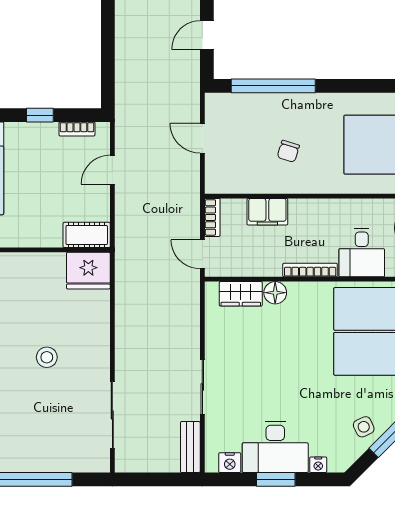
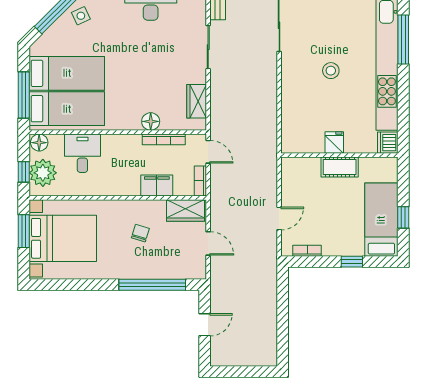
window: (40, 115) -> (352, 262), moved
wardrobe: (231, 180) -> (185, 211), added
cot: (87, 235) -> (340, 167), moved
bookcase: (310, 270) -> (164, 139), moved
fridge: (88, 271) -> (334, 143), moved, width x0.53, depth x0.75
wardrobe: (241, 294) -> (197, 101), moved, turned -90

